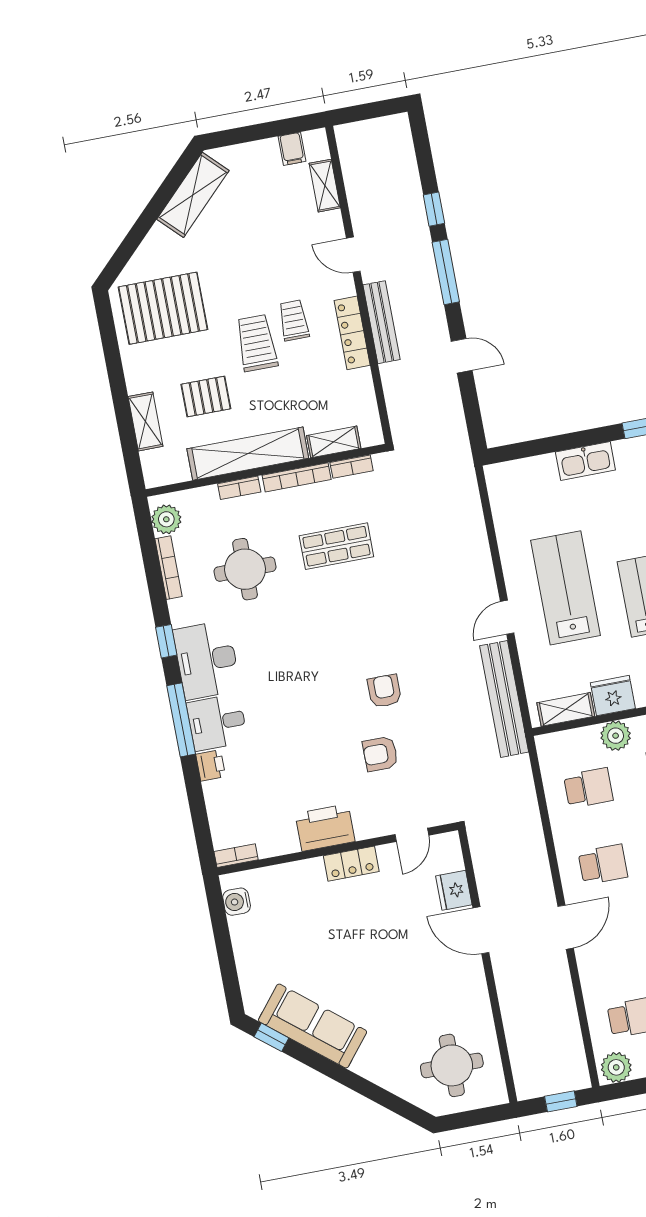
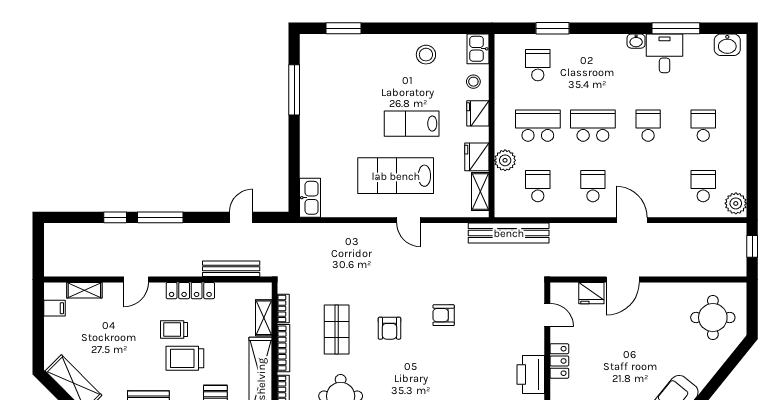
bench: (381, 322) -> (231, 269), moved
door: (462, 356) -> (241, 217), moved
kitchen sink: (585, 461) -> (310, 198), moved
bench: (504, 699) -> (509, 233), moved
armchair: (380, 754) -> (389, 328), moved

